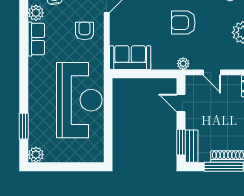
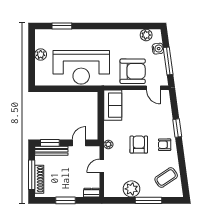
armchair: (85, 31) -> (133, 71), width x1.88, depth x1.88
row of seats: (36, 39) -> (127, 35), removed
bench: (192, 146) -> (51, 151), width x1.36
plant: (36, 155) -> (41, 54), moved

